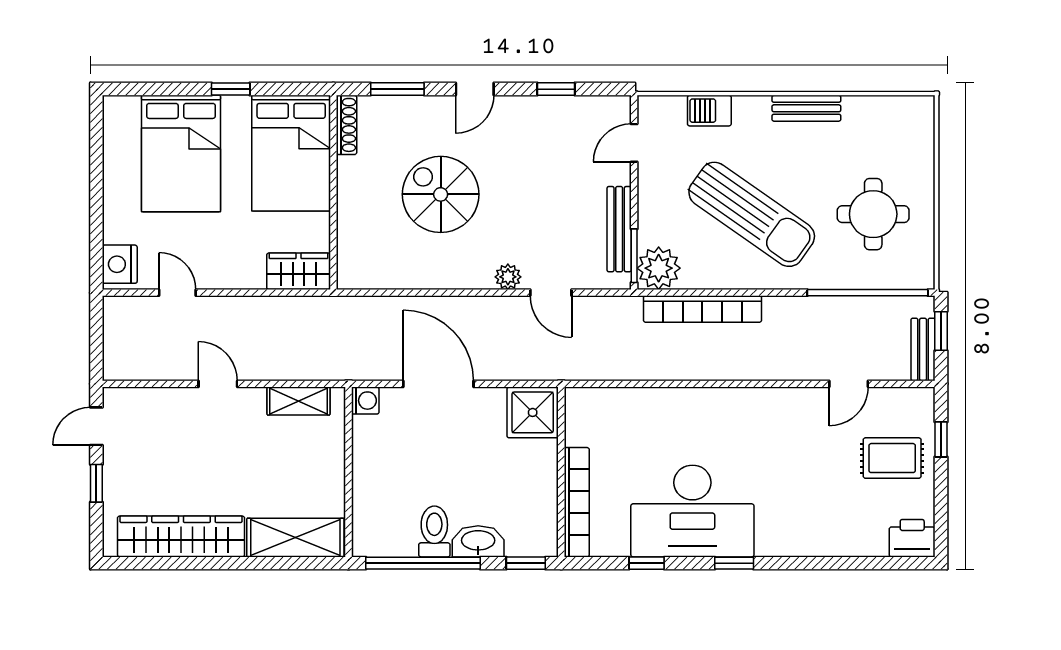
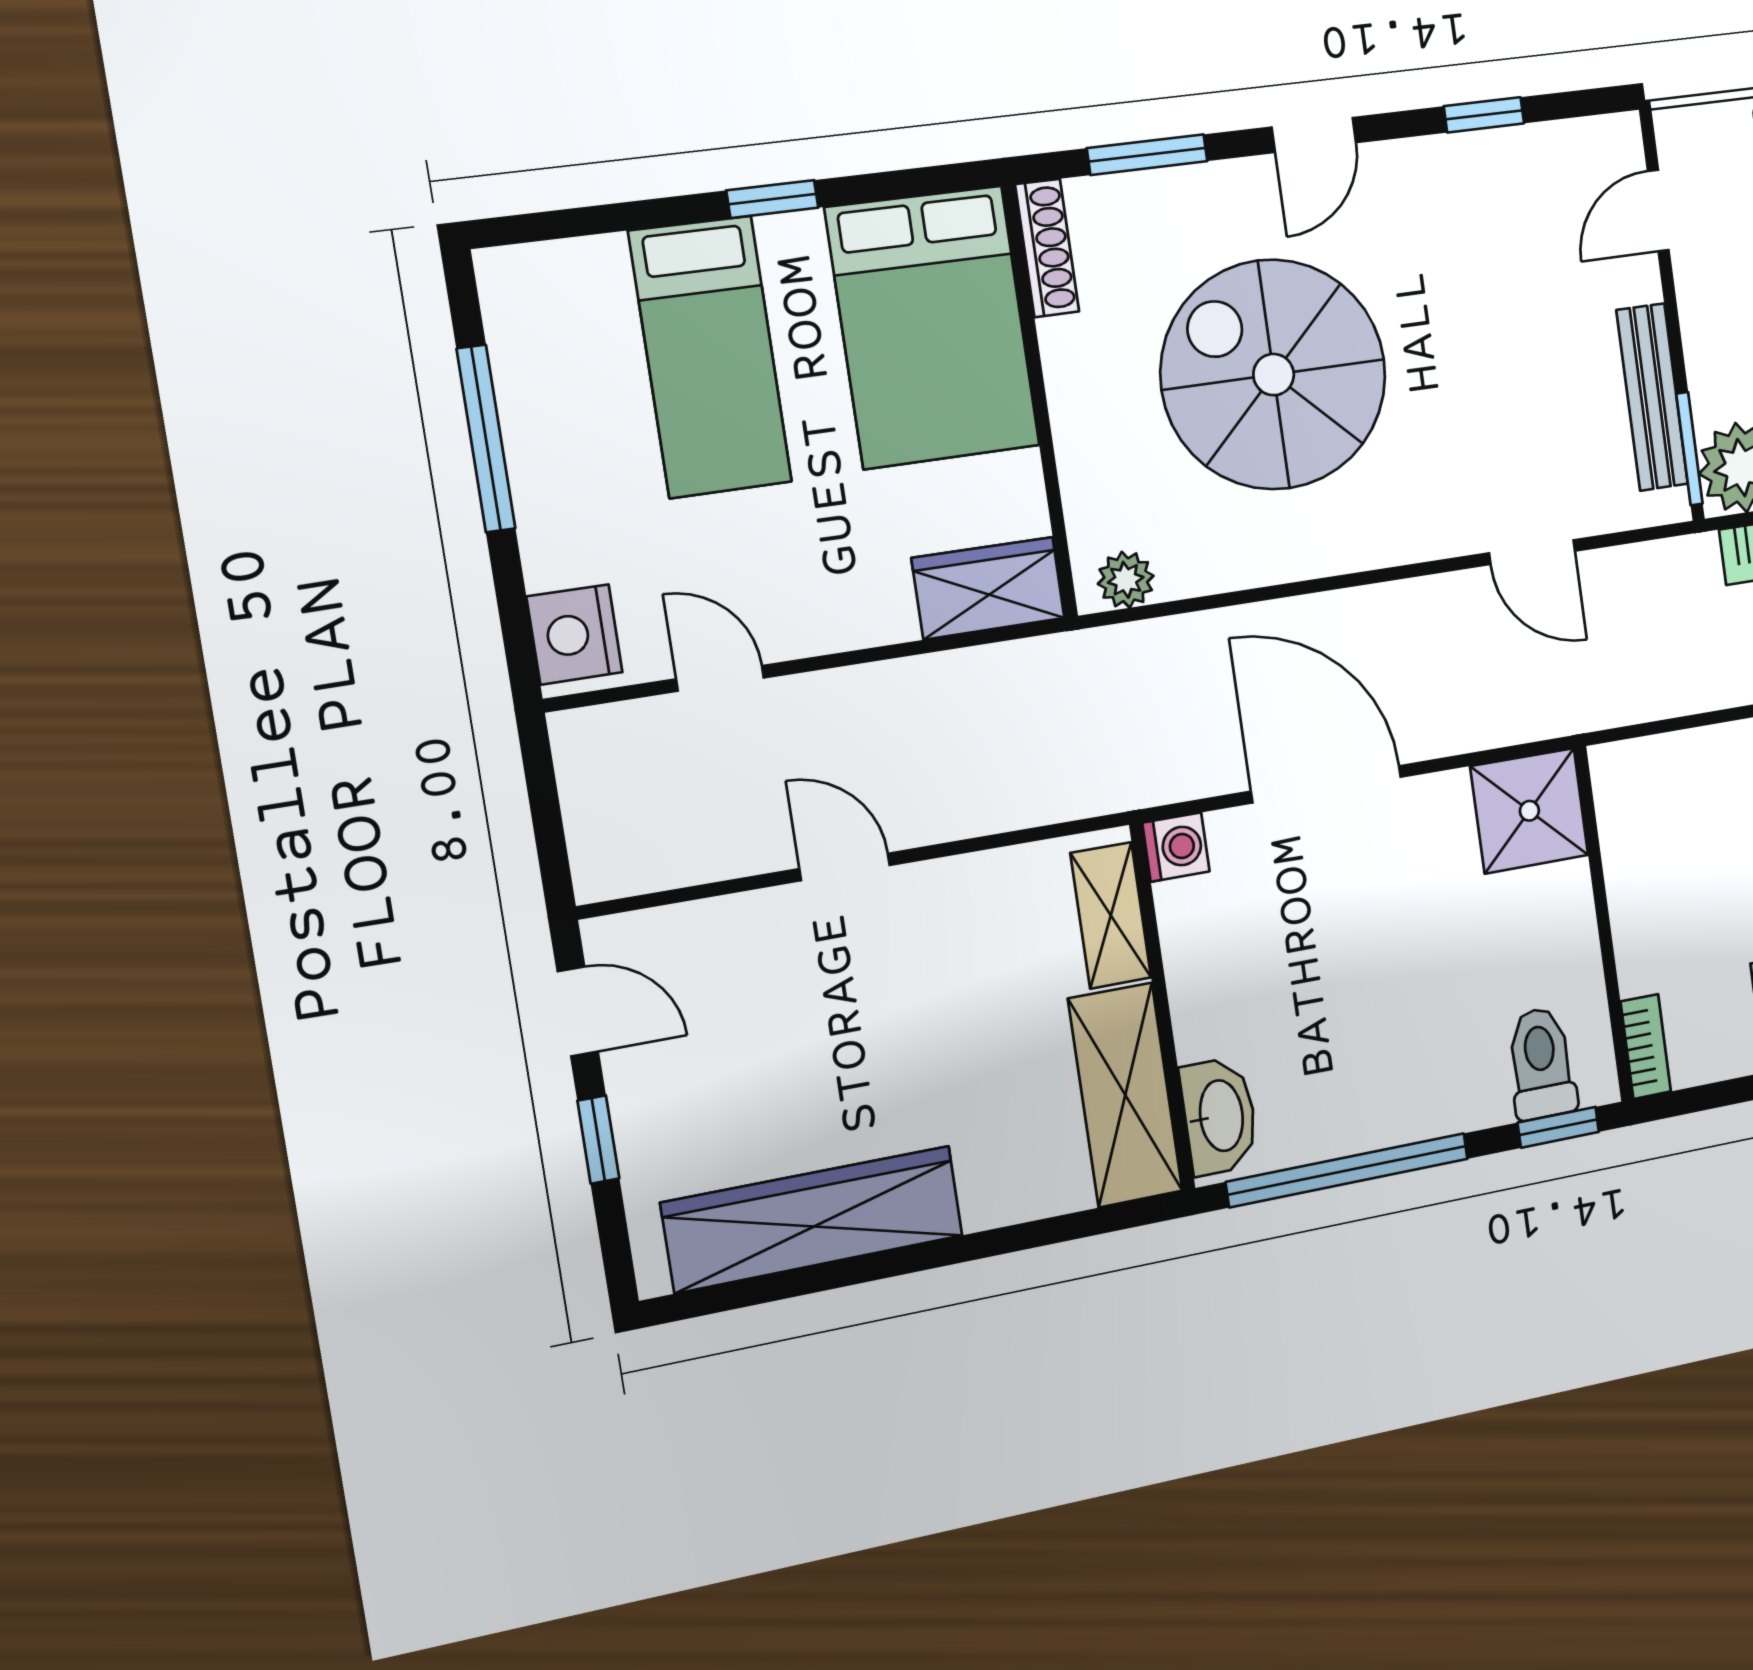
bed: (181, 154) -> (710, 357), width x0.67
window: (96, 176) -> (486, 439), added
spiral stairs: (441, 194) -> (1274, 375), width x1.37, depth x1.37
plant: (508, 277) -> (1126, 580), moved
shelving: (299, 401) -> (1111, 915), moved, turned 90
door: (96, 426) -> (578, 1011), swing flipped
bookcase: (577, 502) -> (1646, 1047), width x0.43, depth x0.76
toilet: (434, 531) -> (1541, 1063), moved
shelving: (295, 538) -> (1125, 1095), moved, turned 90
washbasin: (478, 541) -> (1219, 1116), moved, turned 90

